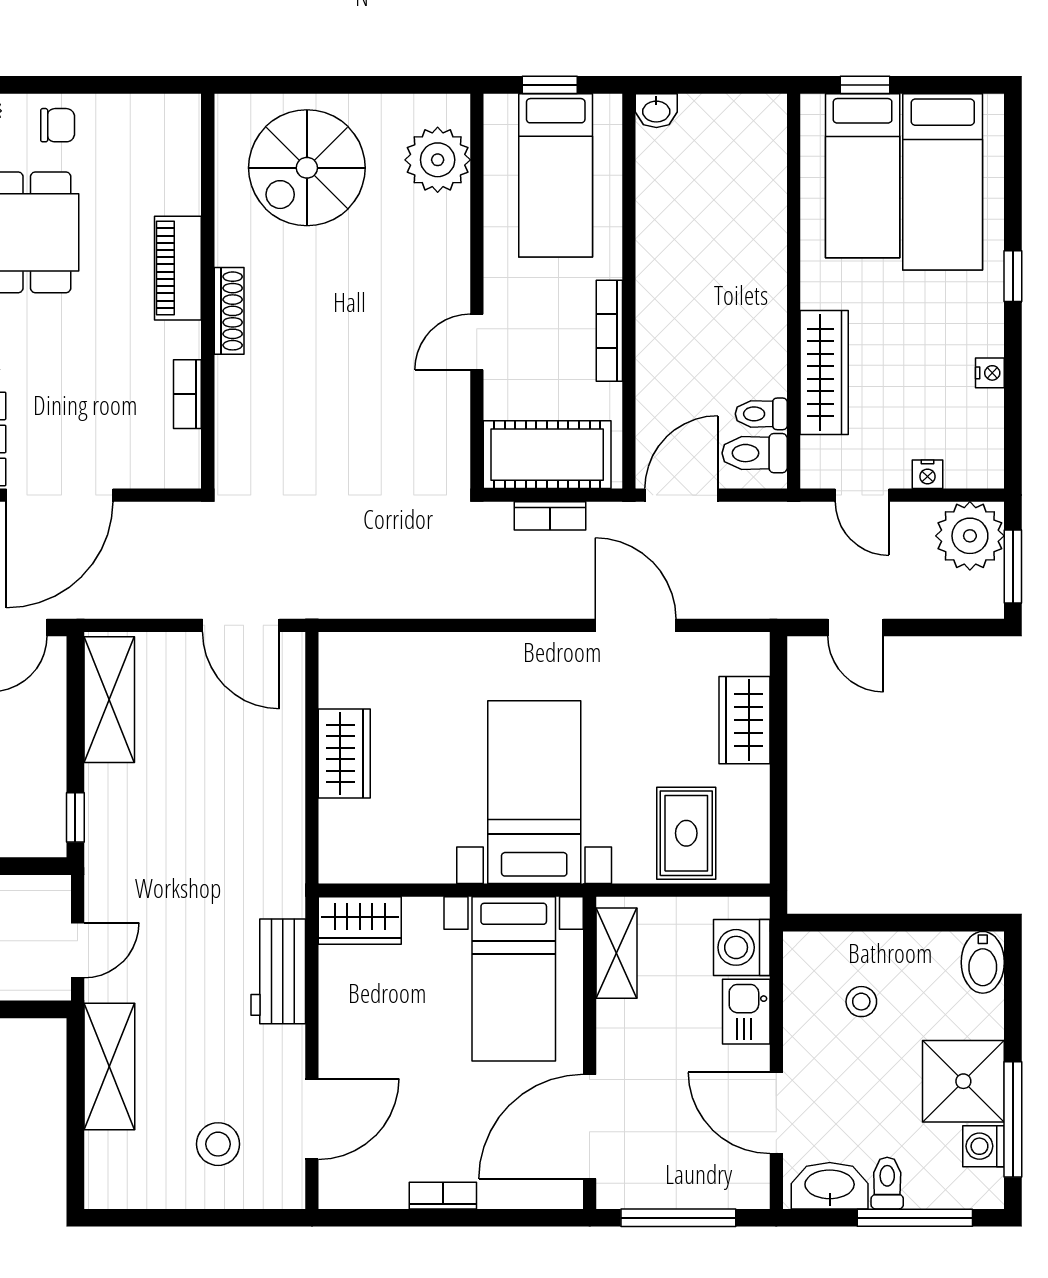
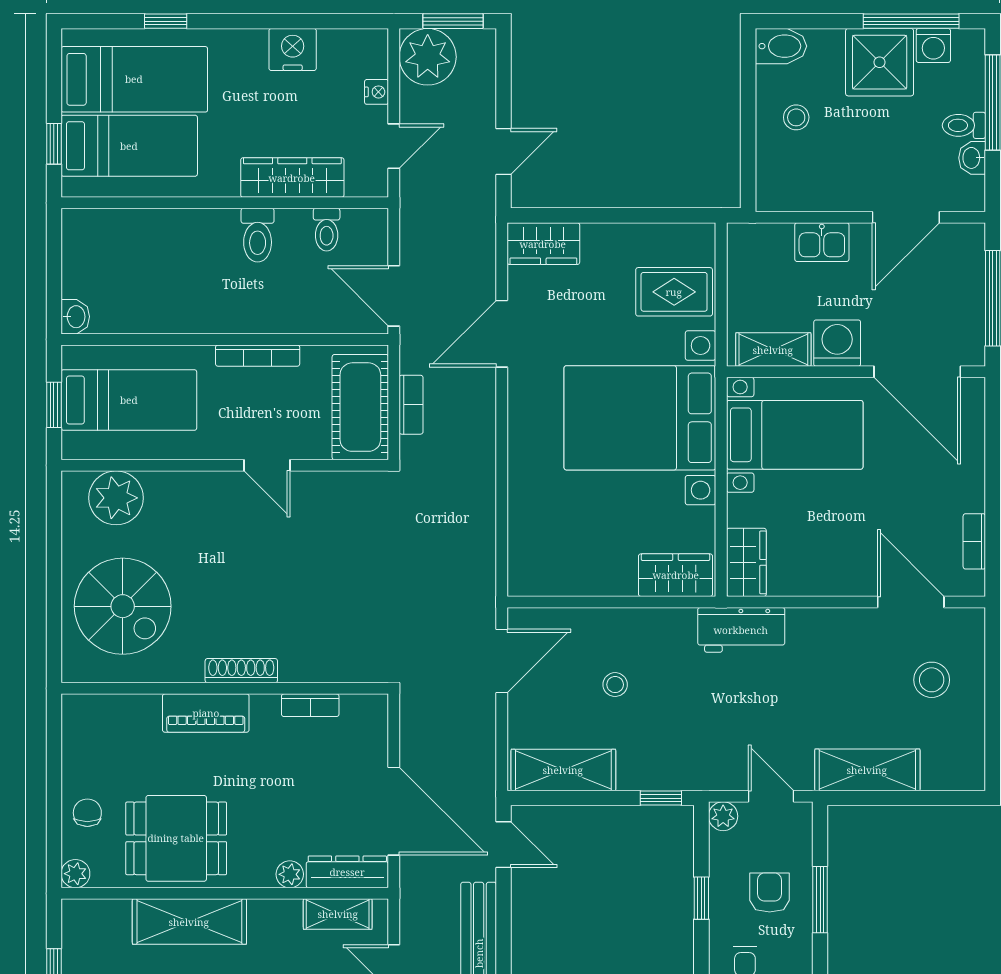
window: (1013, 276) -> (166, 21), moved
nightstand: (990, 373) -> (293, 50), width x1.89, depth x1.79
toilet: (755, 453) -> (258, 235), moved
wardrobe: (744, 720) -> (543, 244), moved
wardrobe: (344, 753) -> (676, 575), moved
stool: (212, 762) -> (615, 685), added
bed with nightstands: (534, 792) -> (640, 418), width x1.36
plant: (53, 892) -> (723, 816), added
washing machine: (742, 947) -> (837, 343), moved, turned 180
workbench: (278, 971) -> (741, 630), moved
stool: (861, 1002) -> (796, 117), moved
washbasin: (830, 1186) -> (972, 158), width x0.52, depth x0.69
bookcase: (443, 1196) -> (974, 541), moved

